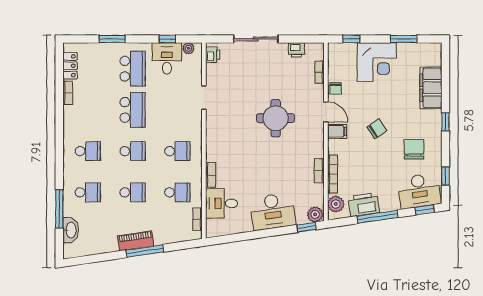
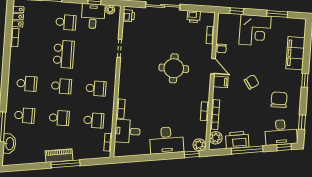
school desk: (133, 69) -> (66, 22), width x0.54

